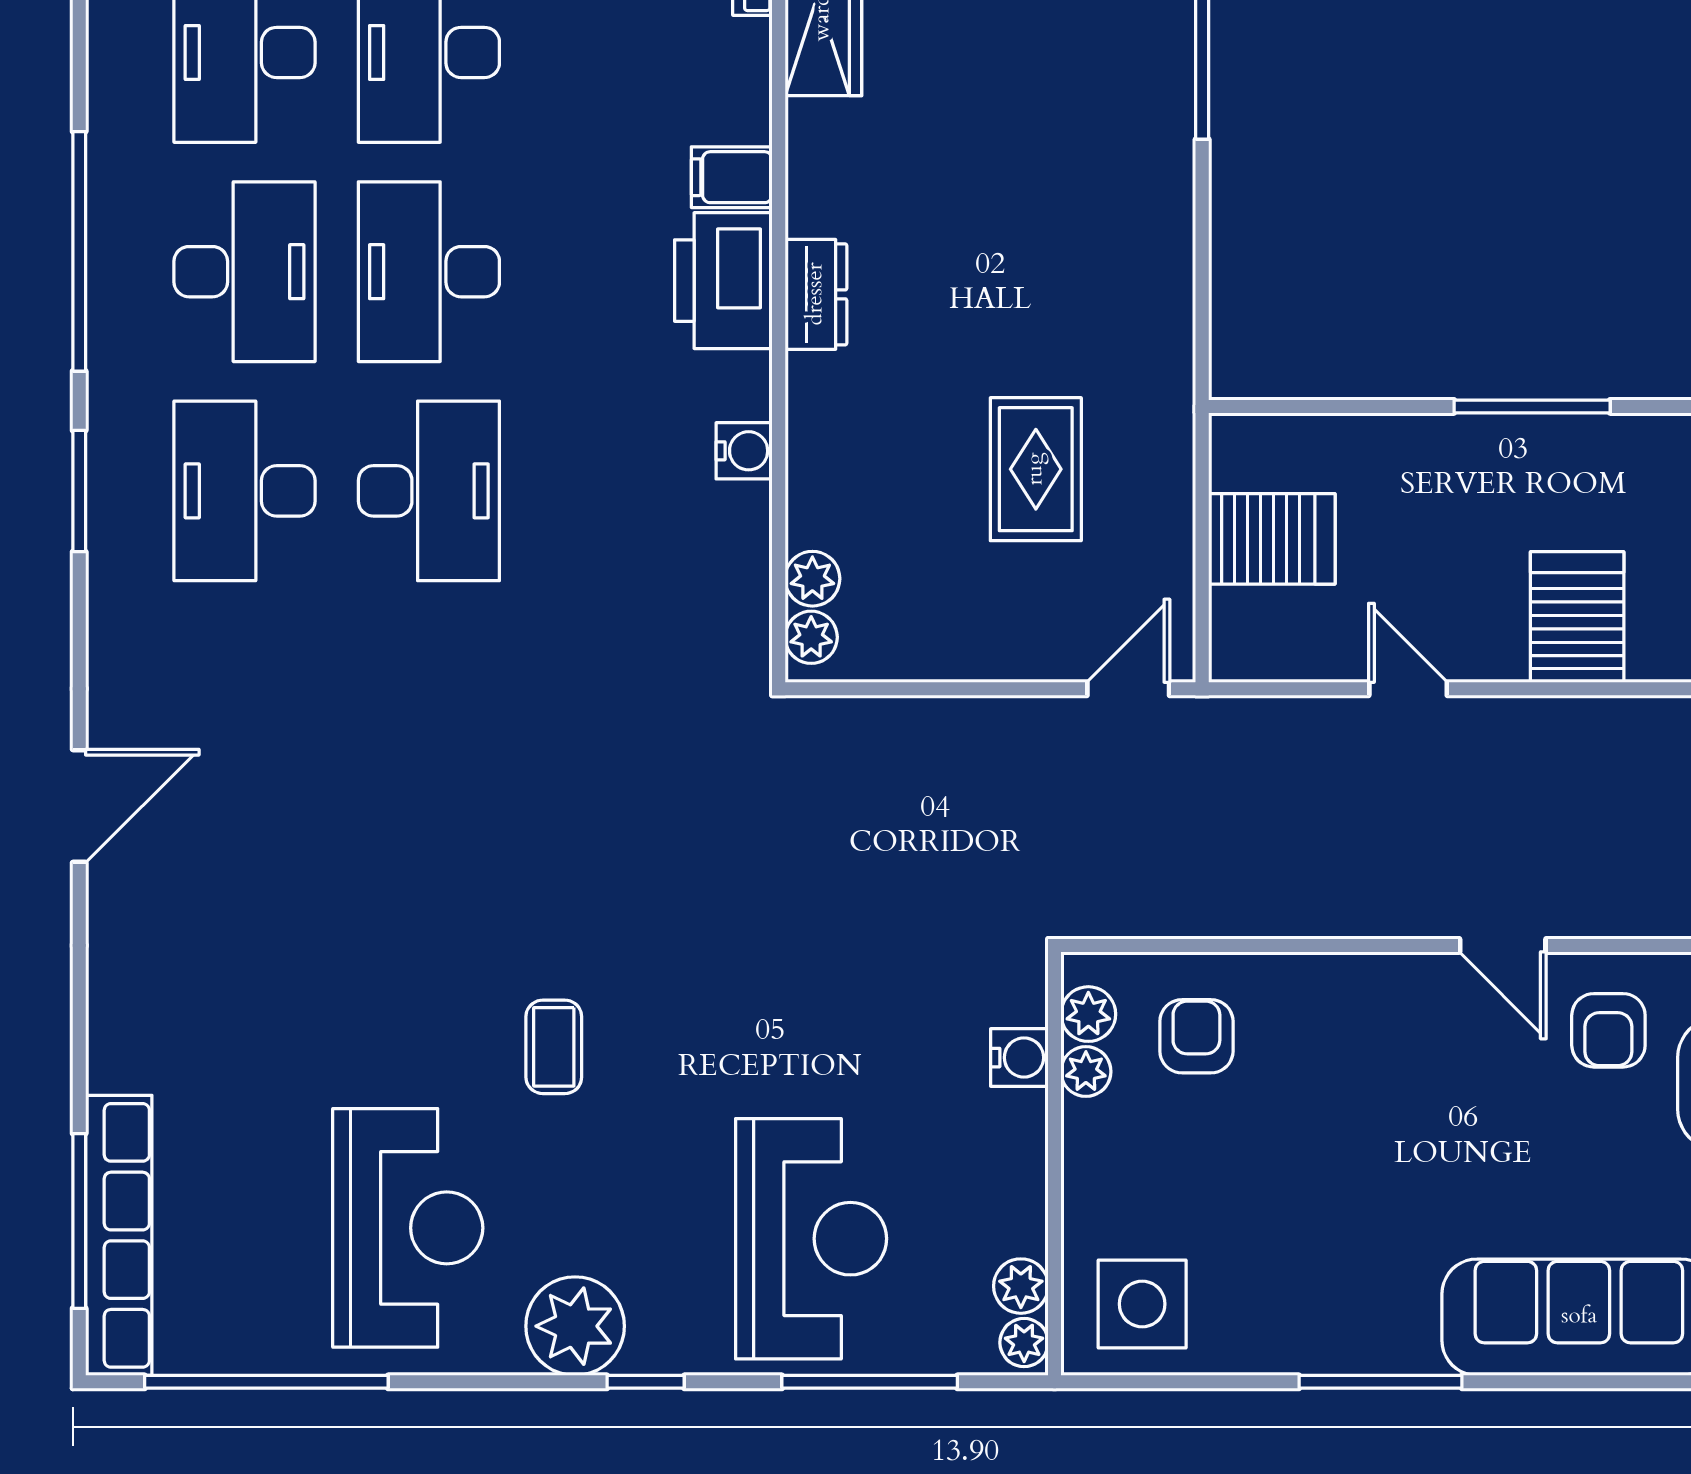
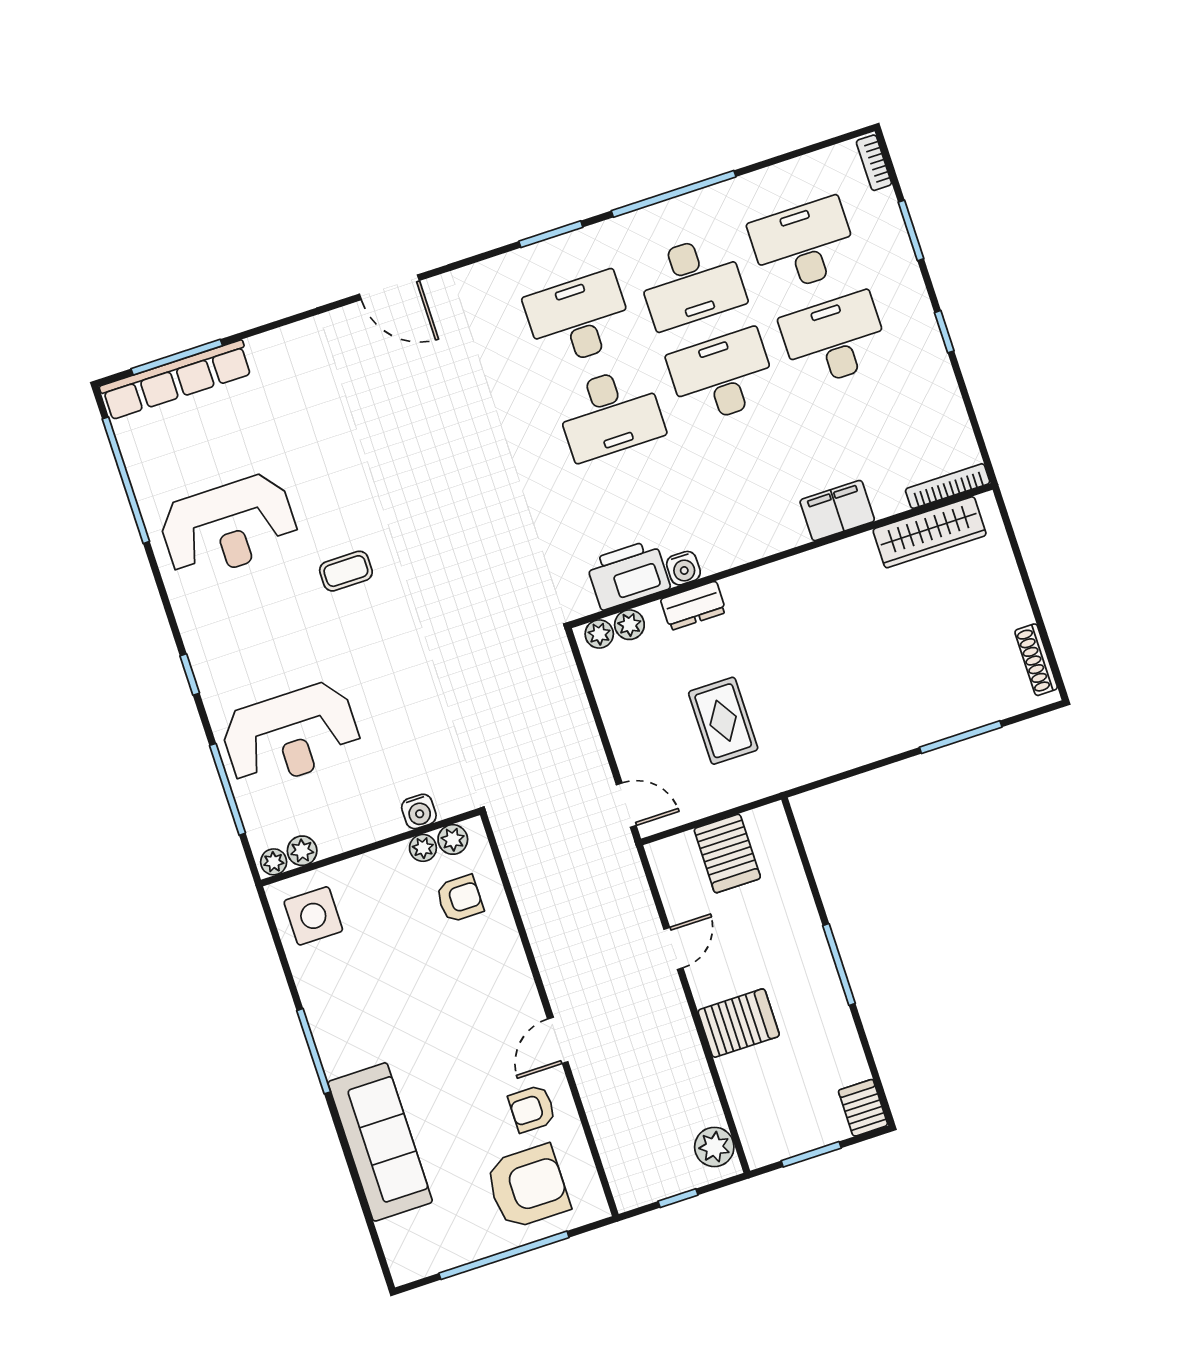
filing cabinet: (732, 177) -> (837, 511), width x2.00
printer: (723, 281) -> (628, 575), moved
dresser: (816, 294) -> (693, 606), moved
rug: (1036, 469) -> (723, 721), turned 90
plant: (575, 1326) -> (206, 629), removed

